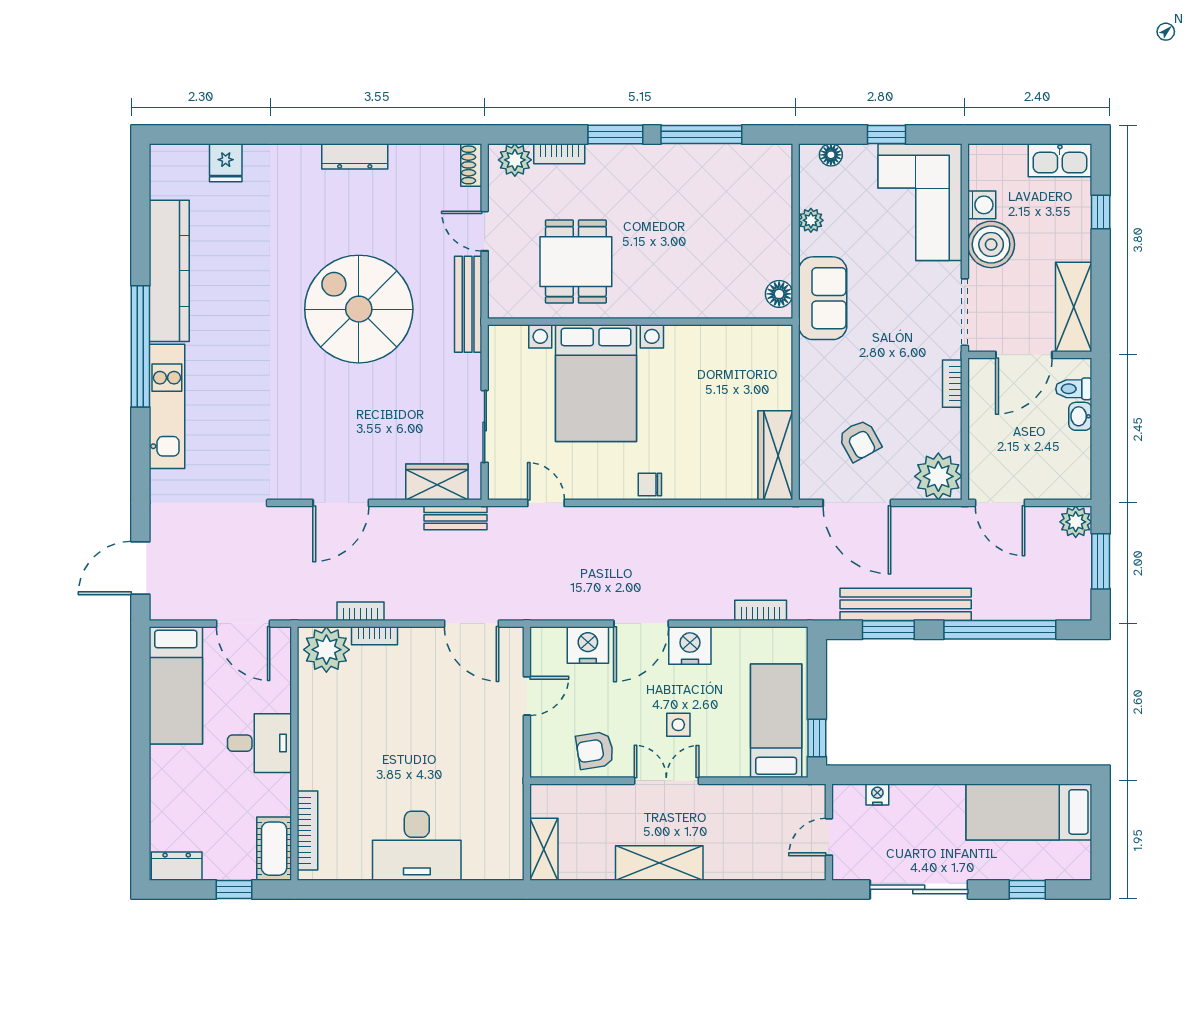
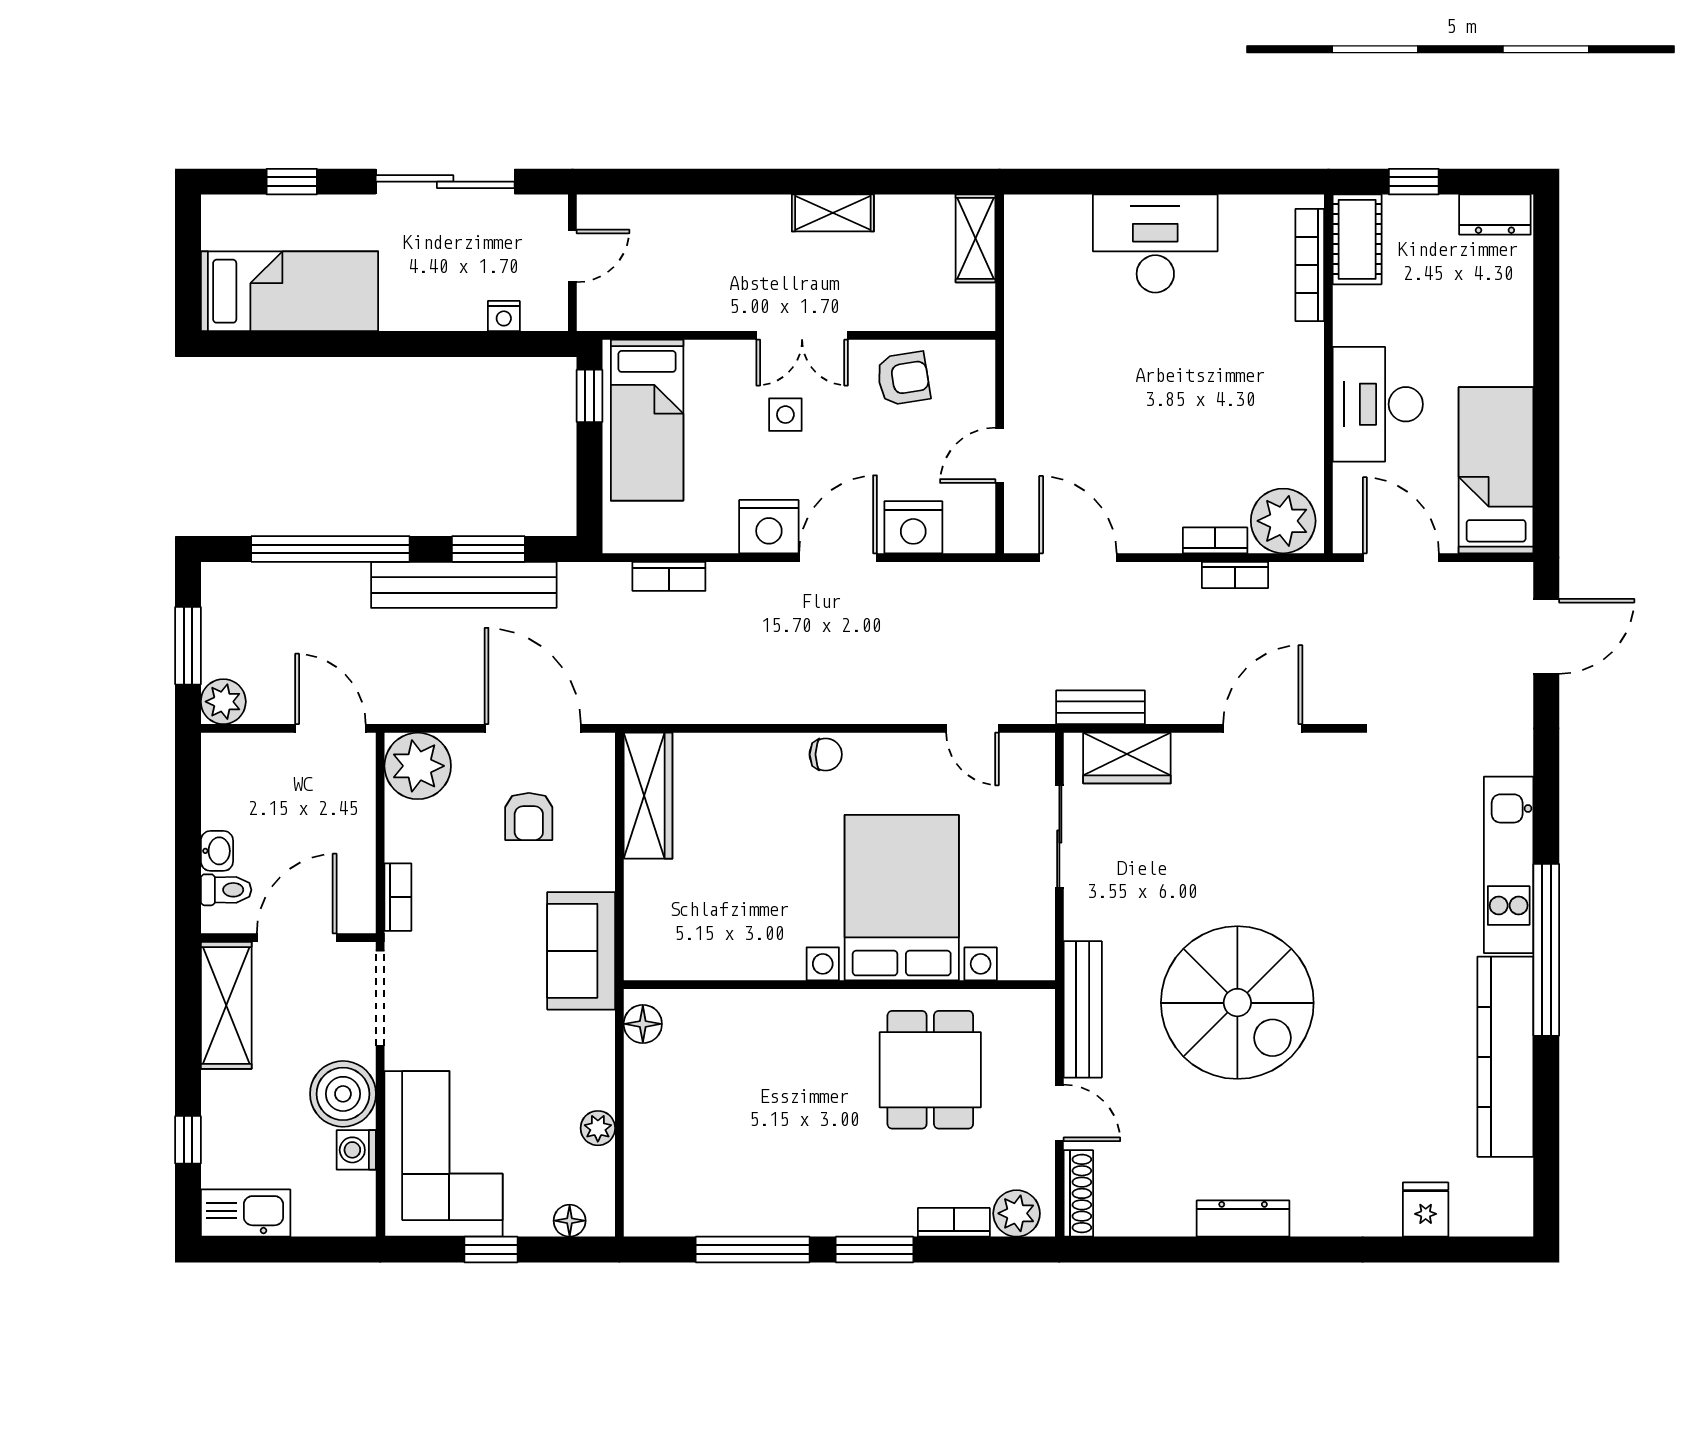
shoe rack: (471, 165) -> (1078, 1193), width x1.43
sofa: (823, 298) -> (581, 951), moved
armchair: (860, 441) -> (529, 817), turned -151
desk: (259, 743) -> (1378, 404), width x1.37
shelving: (659, 863) -> (833, 213), width x0.67, depth x0.75

